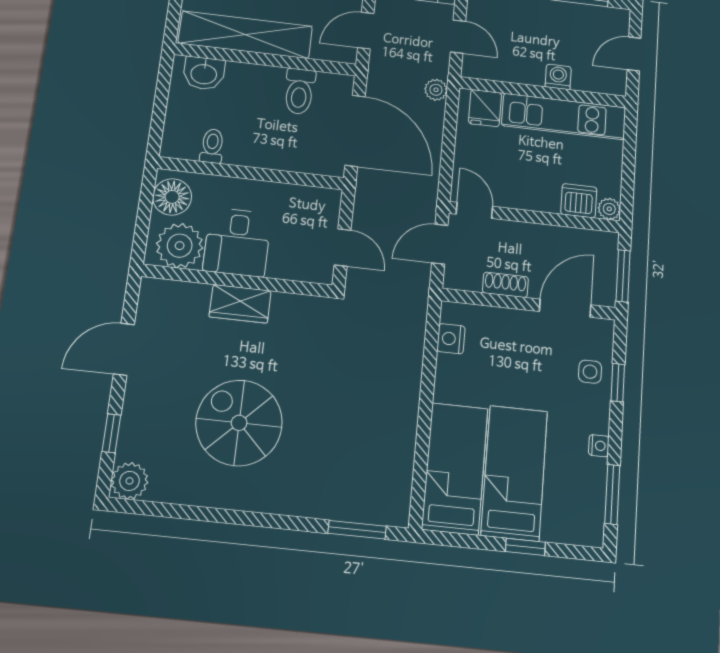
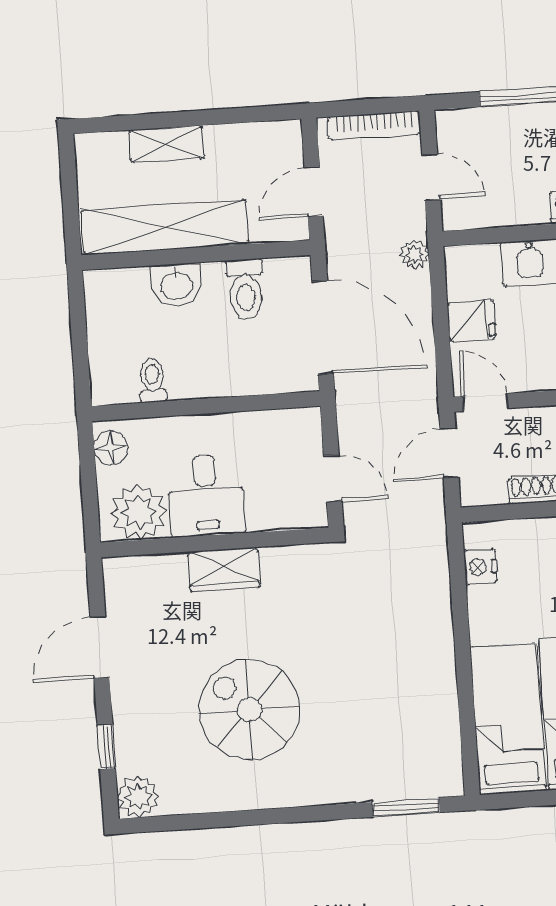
washbasin: (204, 73) -> (176, 285), moved
fridge: (485, 108) -> (471, 321), moved, turned -90
floor lamp: (172, 197) -> (111, 448), width x0.73, depth x0.73

